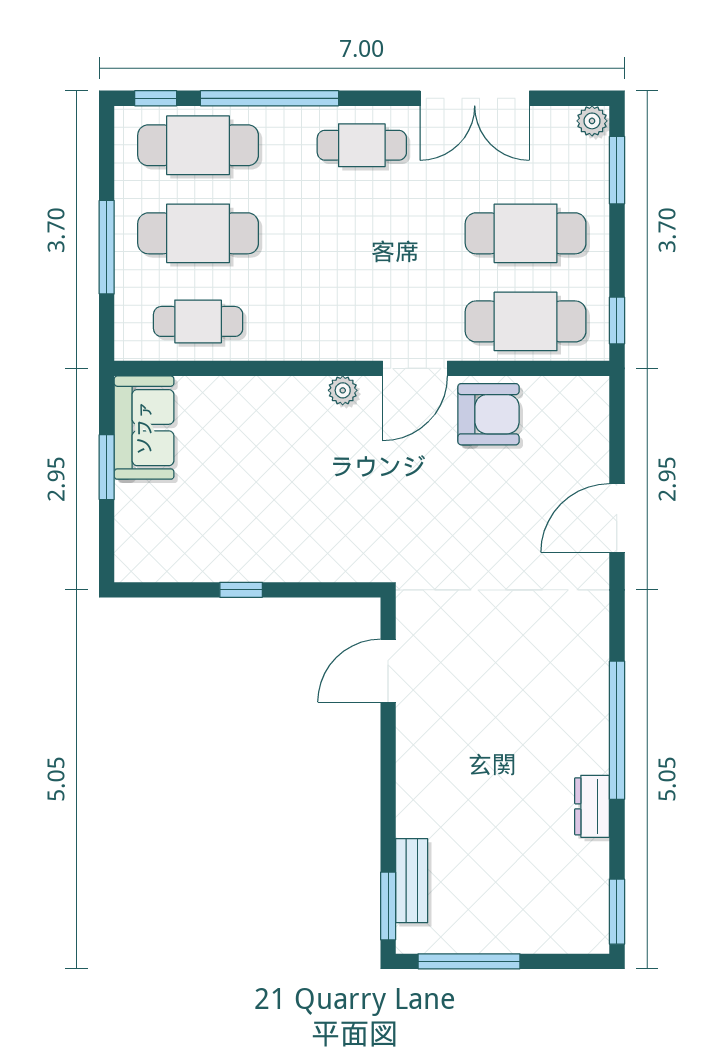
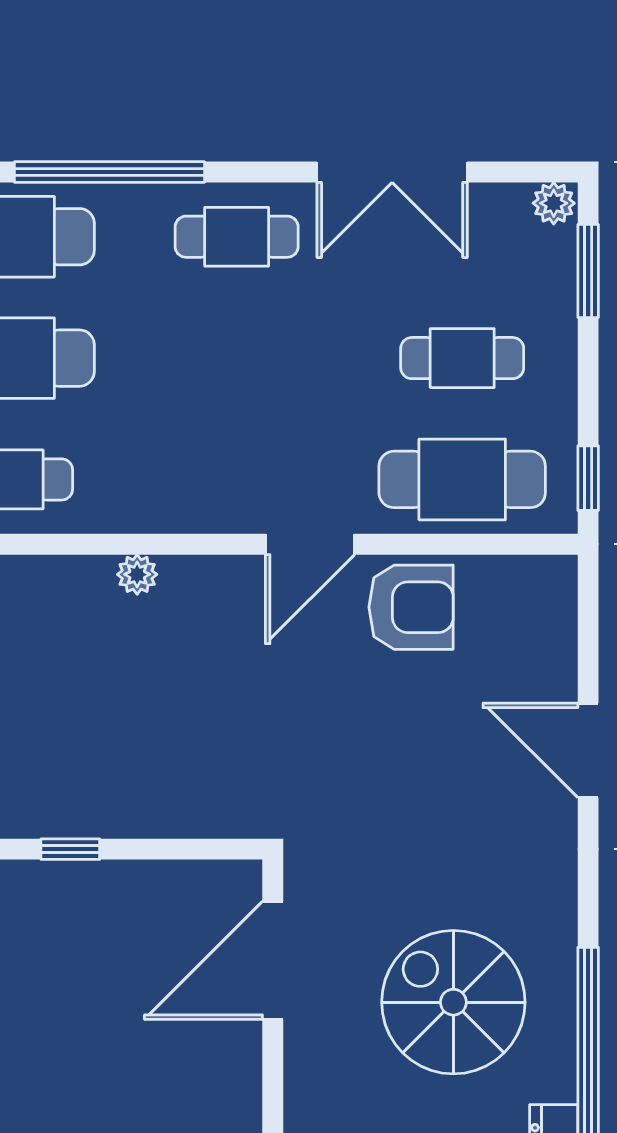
cafe table: (526, 233) -> (462, 358), width x0.73, depth x0.74
plant: (343, 390) -> (137, 574), moved
door: (617, 518) -> (588, 750), hinge flipped
door: (388, 671) -> (273, 960), width x1.36
spiral stairs: (519, 701) -> (453, 1002), added

